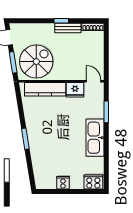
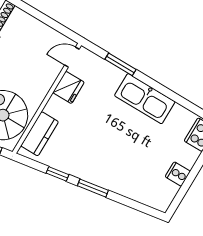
kitchen counter: (45, 89) -> (40, 134), width x0.67
window: (21, 113) -> (57, 174), added

